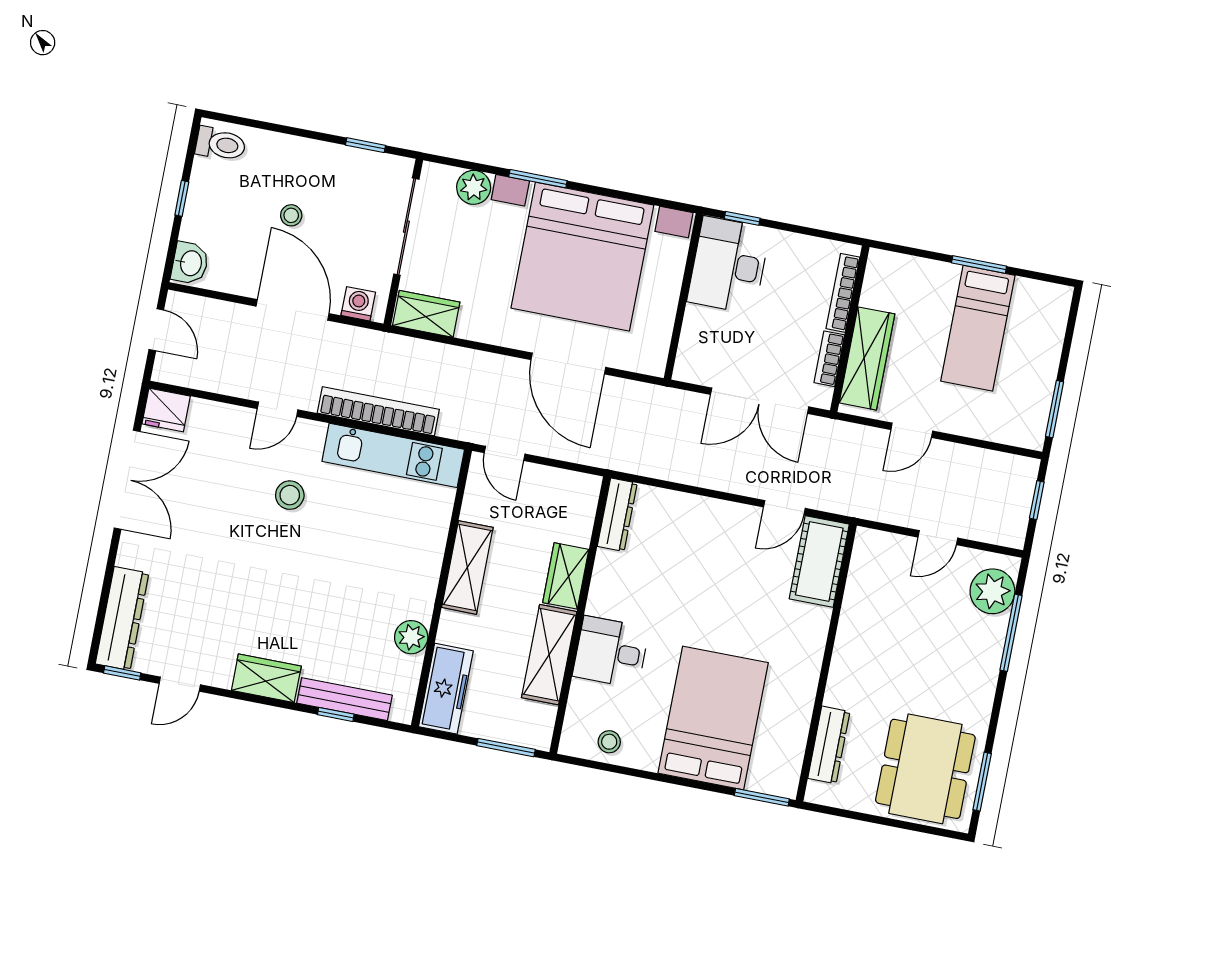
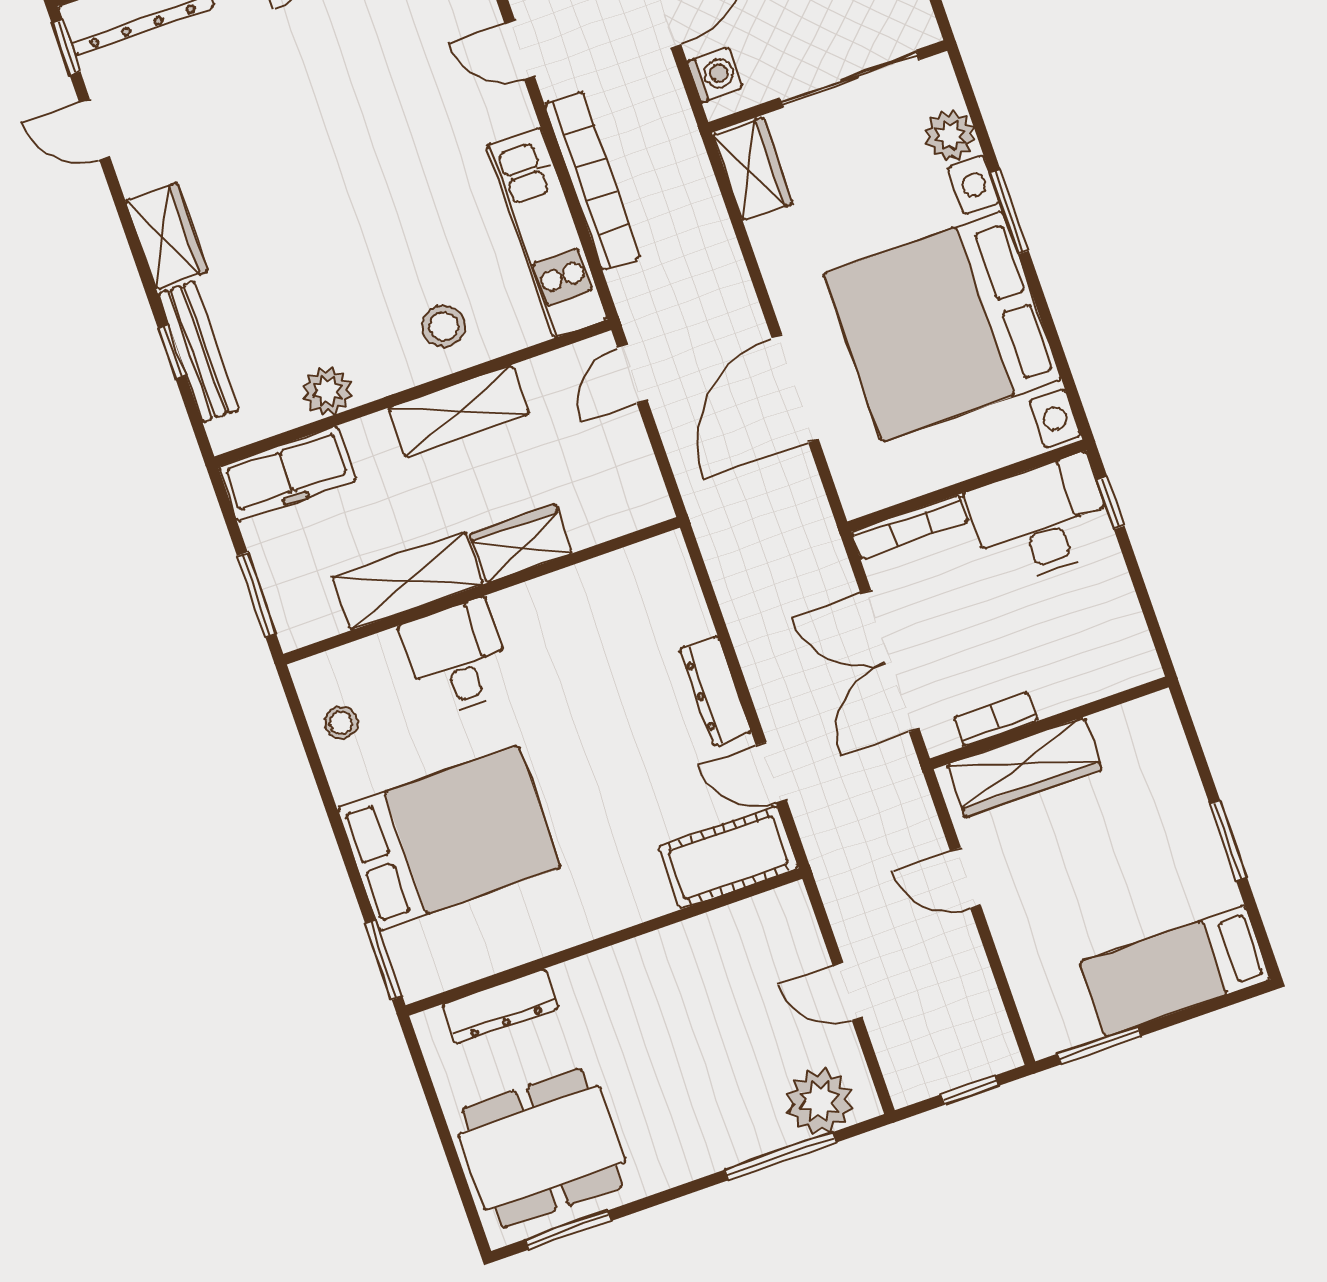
bookcase: (843, 293) -> (910, 527), moved, turned 180
bed: (978, 328) -> (1175, 971), moved
stool: (290, 495) -> (444, 326), moved
dresser: (617, 515) -> (716, 691), moved, turned 90

